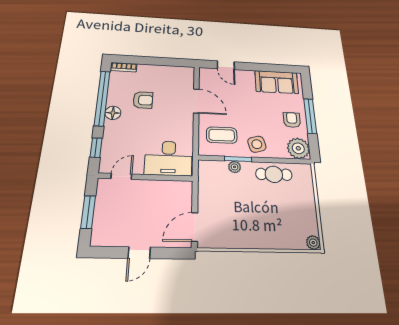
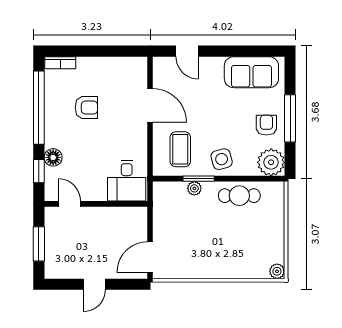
floor lamp: (113, 113) -> (53, 157), moved
coffee table: (222, 135) -> (180, 149), turned 90
desk: (168, 158) -> (127, 181), width x0.73
door: (121, 176) -> (69, 204), hinge flipped

